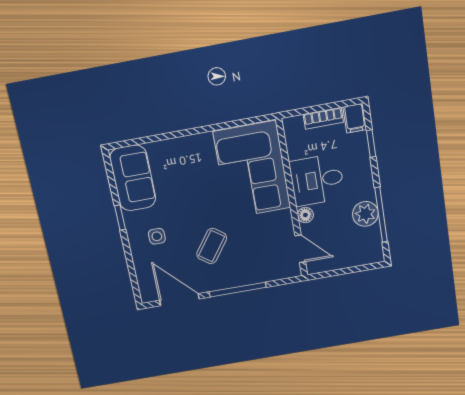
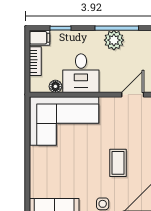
floor lamp: (305, 215) -> (55, 86), moved
coffee table: (212, 246) -> (118, 163), turned 54

